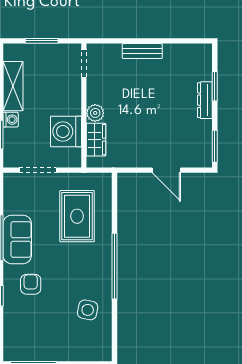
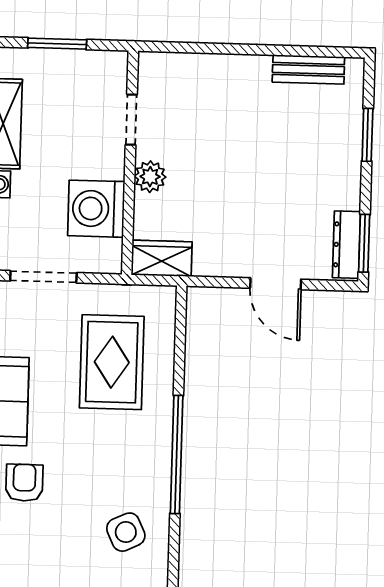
bench: (142, 51) -> (308, 69), moved
doorway: (84, 63) -> (131, 120), moved
dresser: (205, 100) -> (346, 245), moved
wardrobe: (96, 140) -> (162, 258), moved, turned -90
side table: (88, 310) -> (126, 532), turned -36

